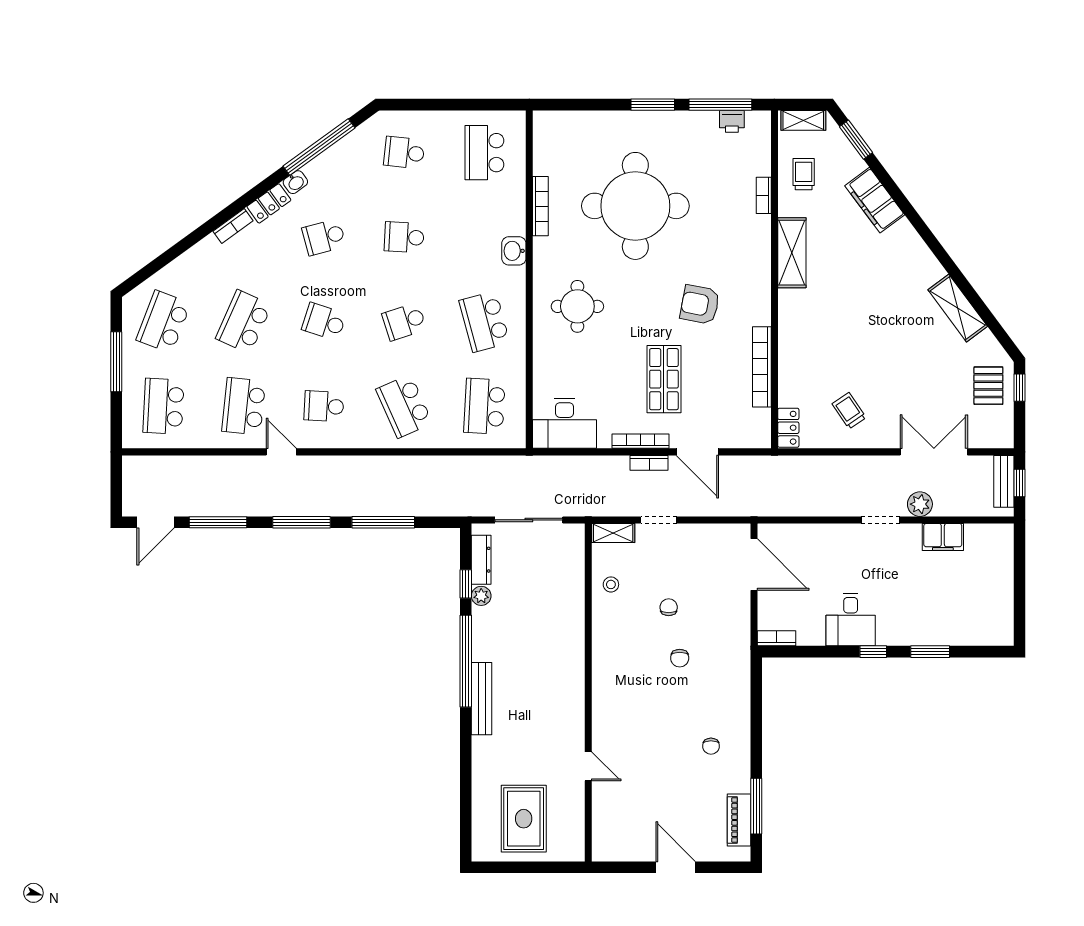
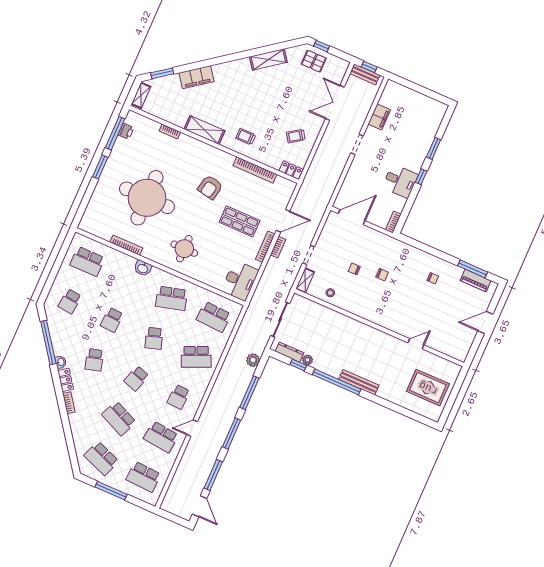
trolley: (804, 174) -> (246, 137), moved
plant: (920, 504) -> (253, 360), moved

